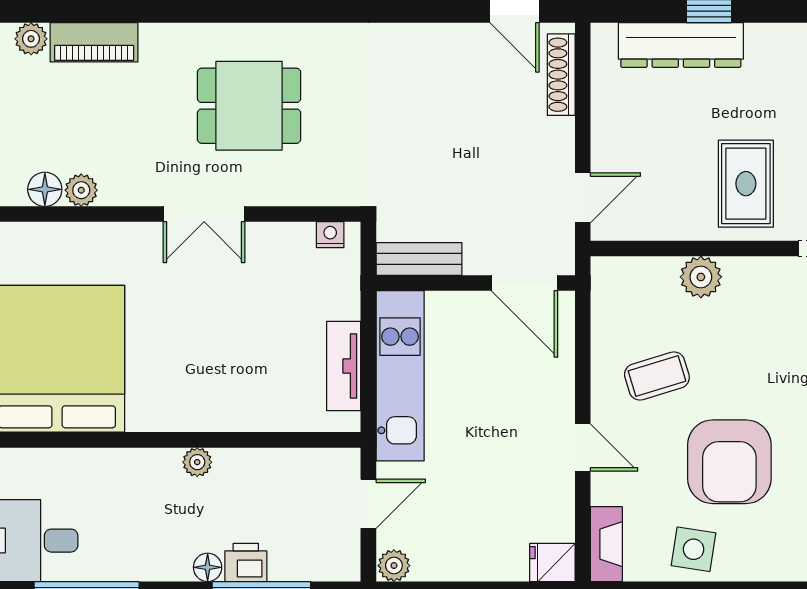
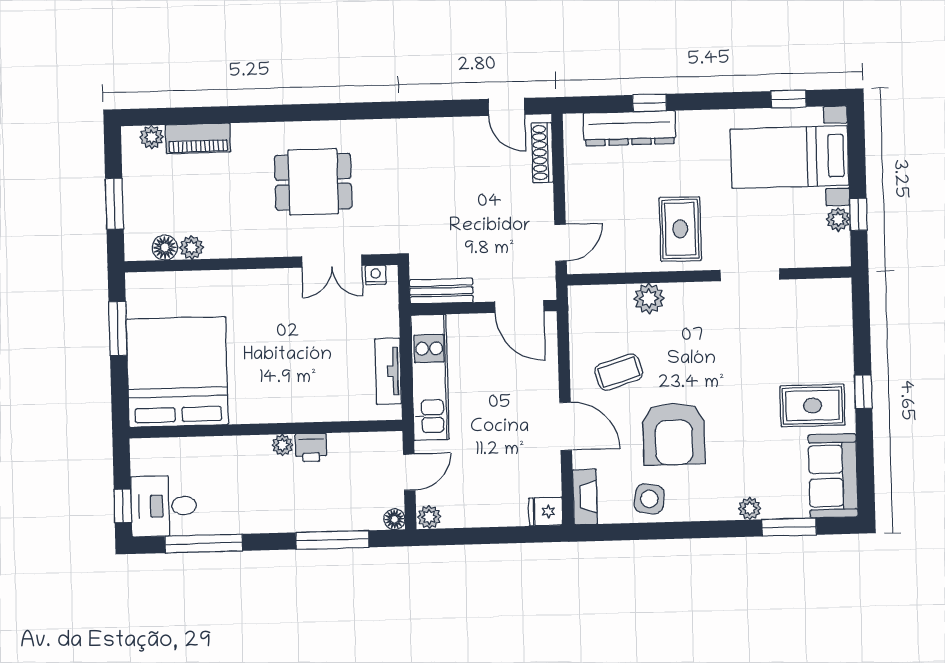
double door: (204, 214) -> (332, 261), moved
door: (583, 447) -> (566, 426), width x1.38
printer: (246, 562) -> (311, 448), moved, turned 180
floor lamp: (208, 567) -> (394, 519), moved

